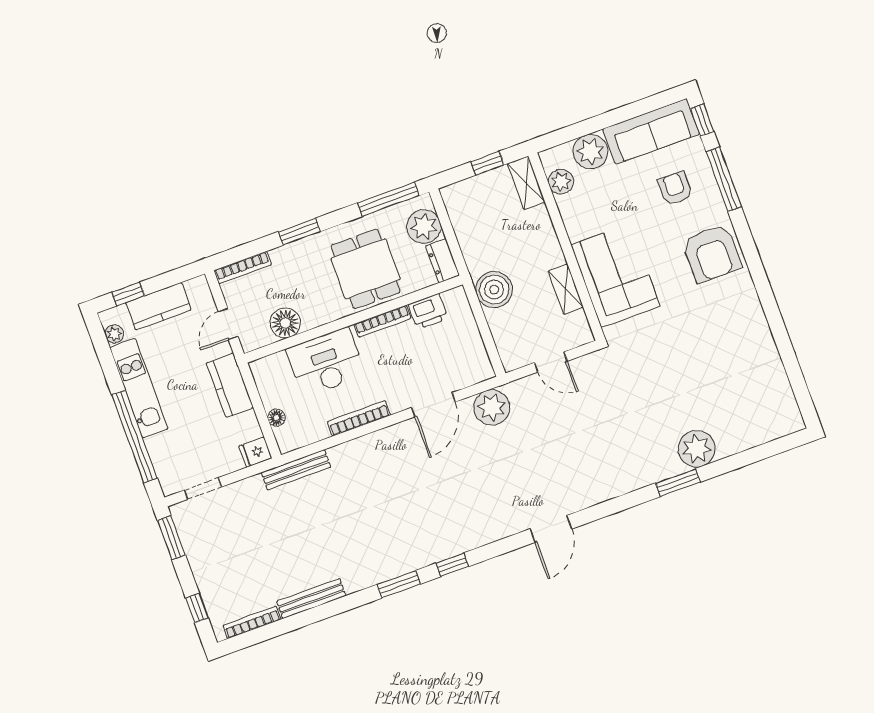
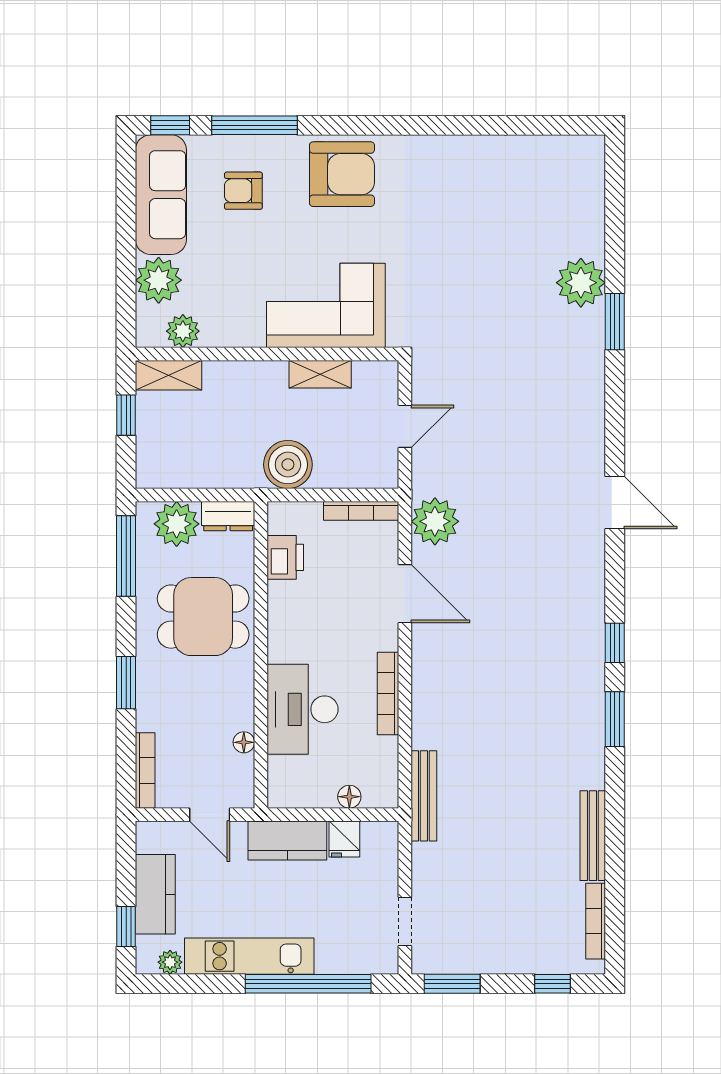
bookcase: (382, 321) -> (361, 511), moved, turned 90
floor lamp: (285, 323) -> (244, 742), width x0.53, depth x0.53
fridge: (255, 452) -> (344, 839), moved

